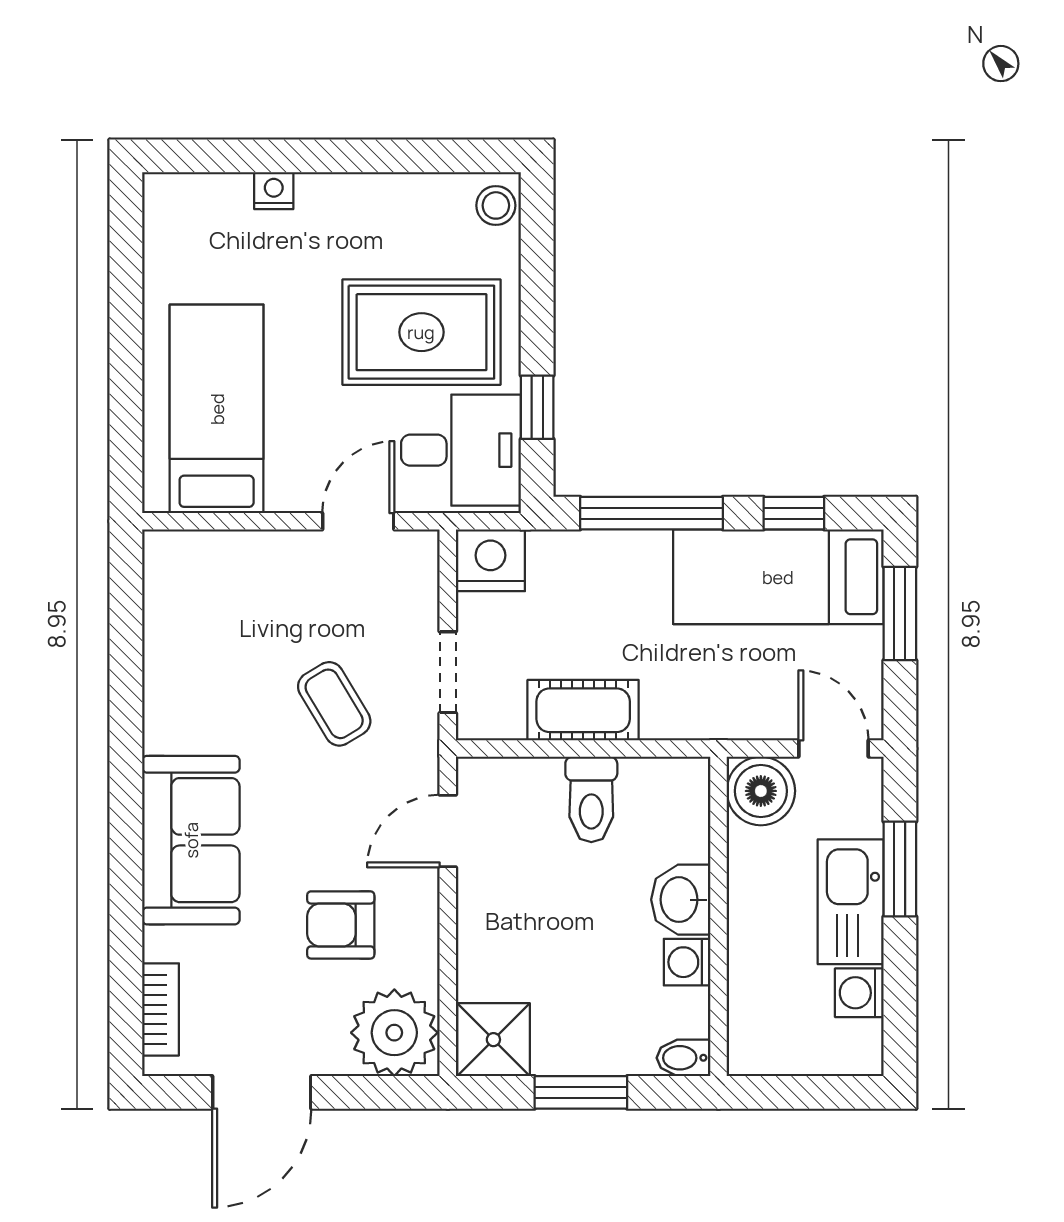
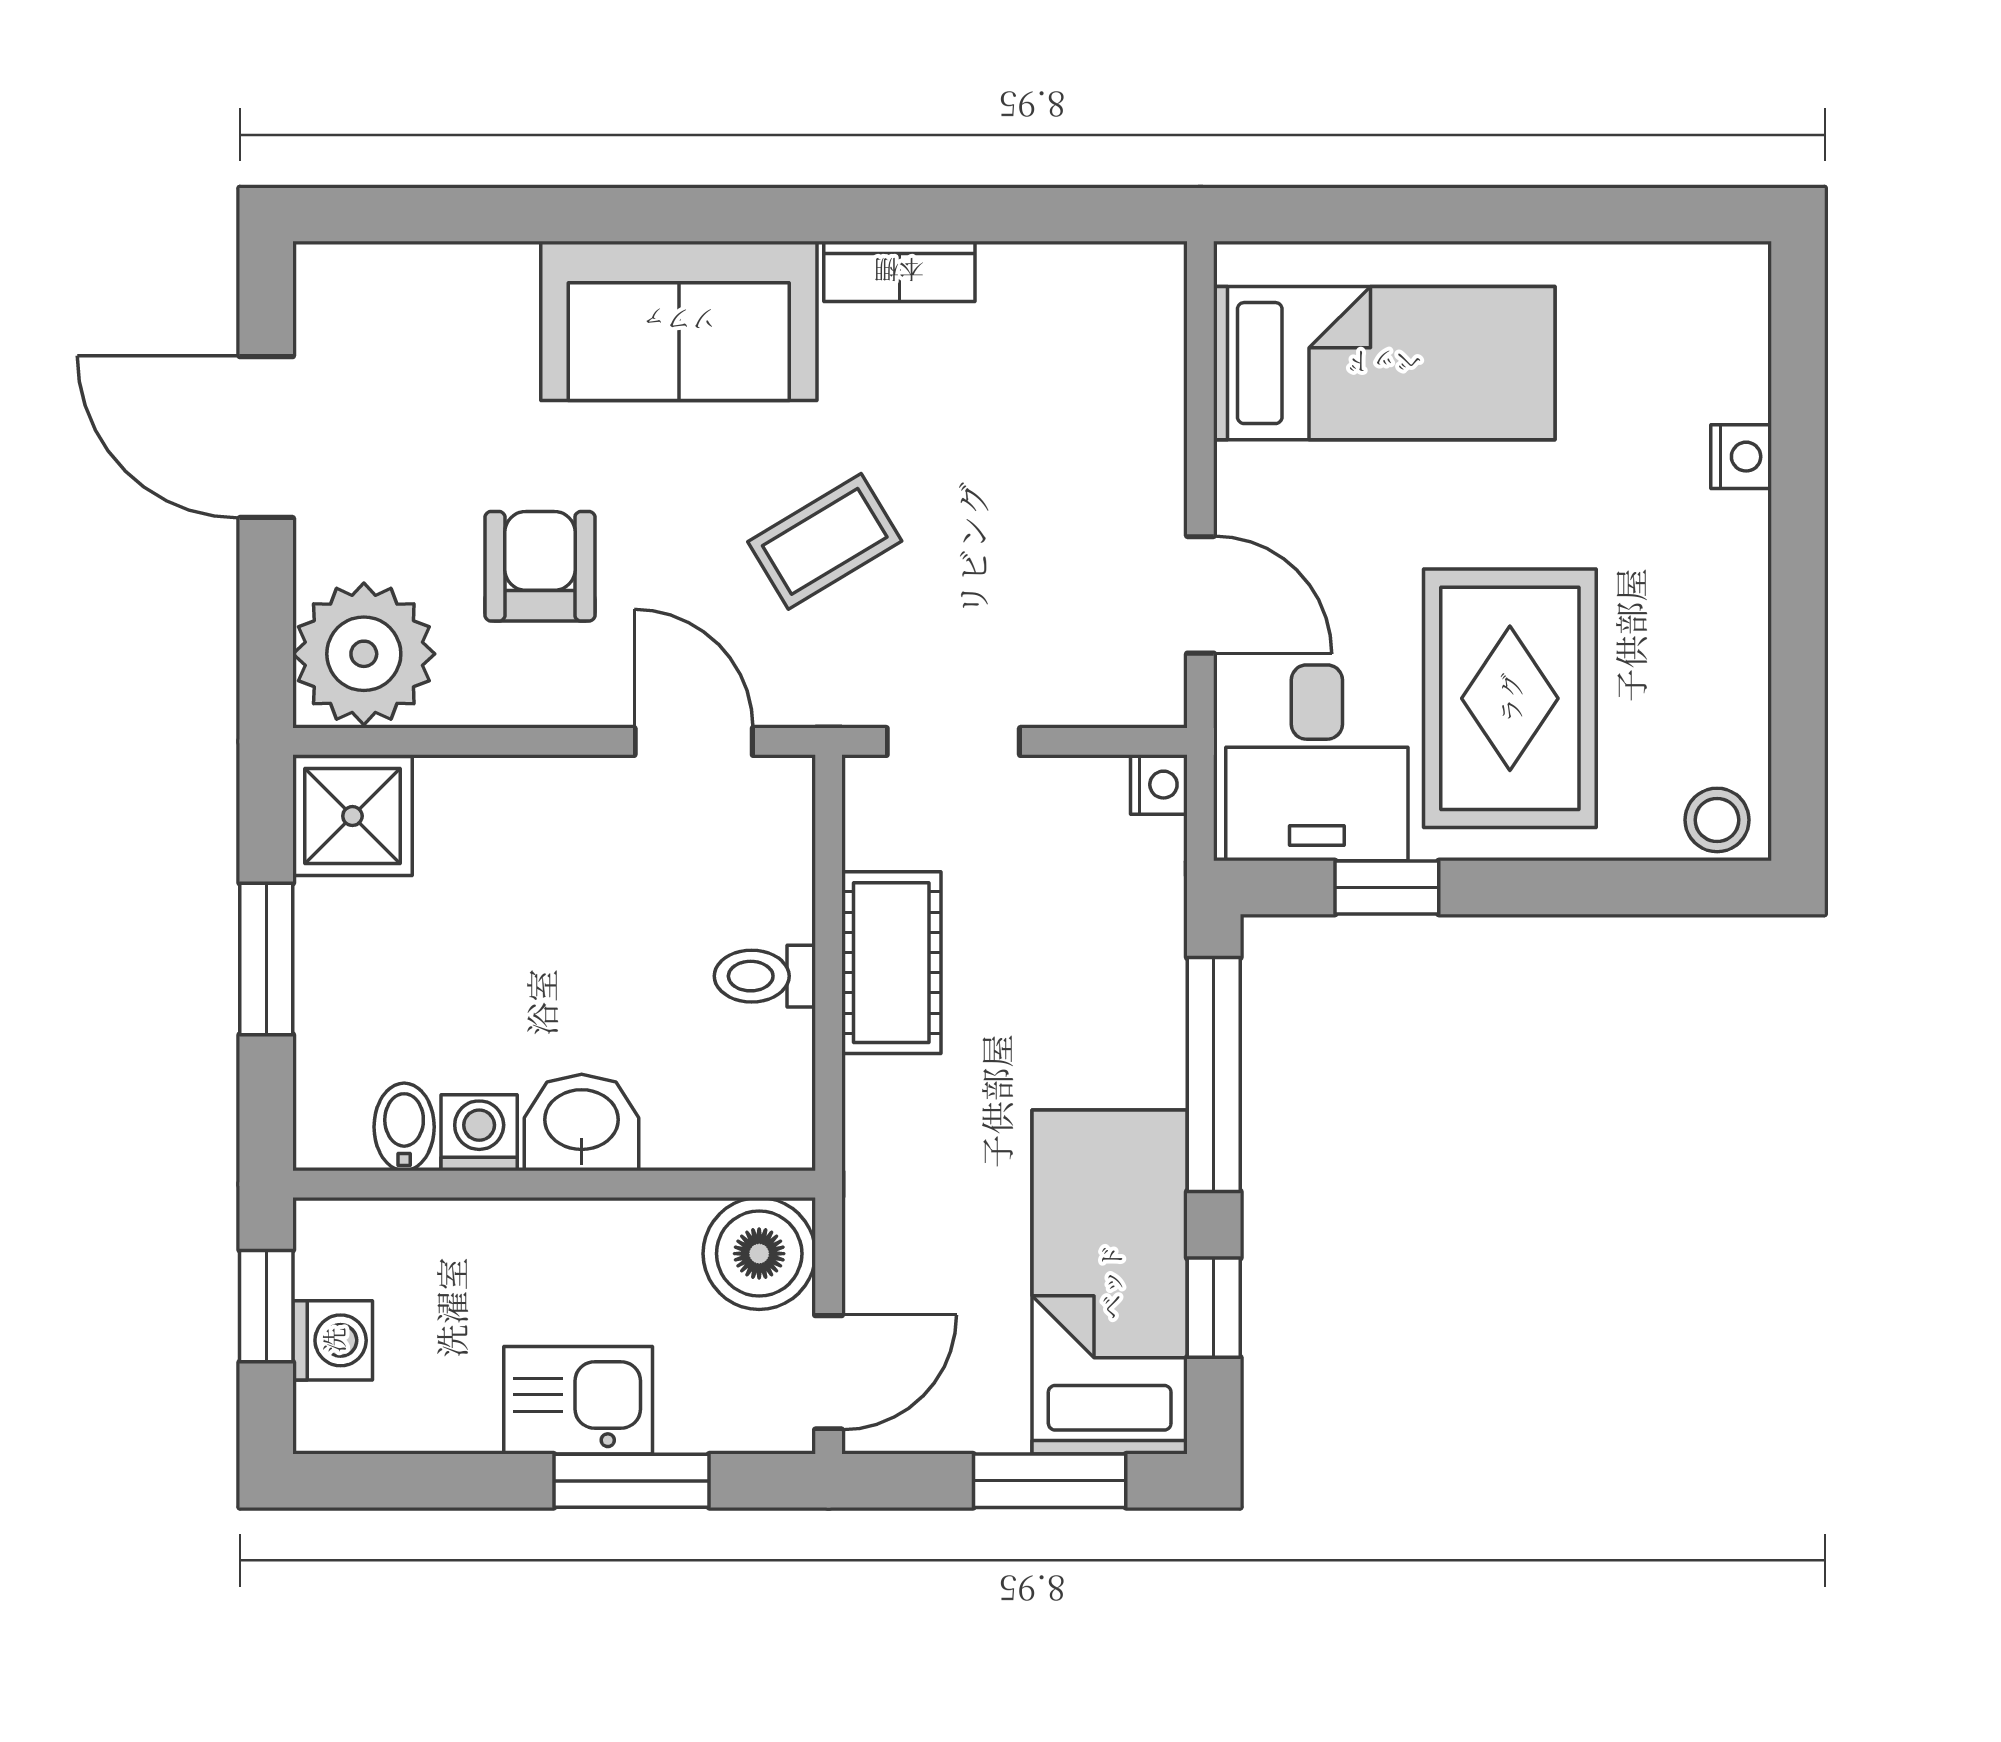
nightstand: (490, 560) -> (1159, 785), width x0.53, depth x0.56
coffee table: (334, 704) -> (825, 541), moved
toilet: (591, 799) -> (765, 976), width x0.73, depth x0.72
kitchen sink: (851, 902) -> (578, 1400), width x0.73
washing machine: (859, 993) -> (333, 1340), moved, turned 90
bookcase: (161, 1009) -> (899, 271), moved
bidet: (683, 1058) -> (404, 1127), moved
window: (793, 1092) -> (266, 1306), added

